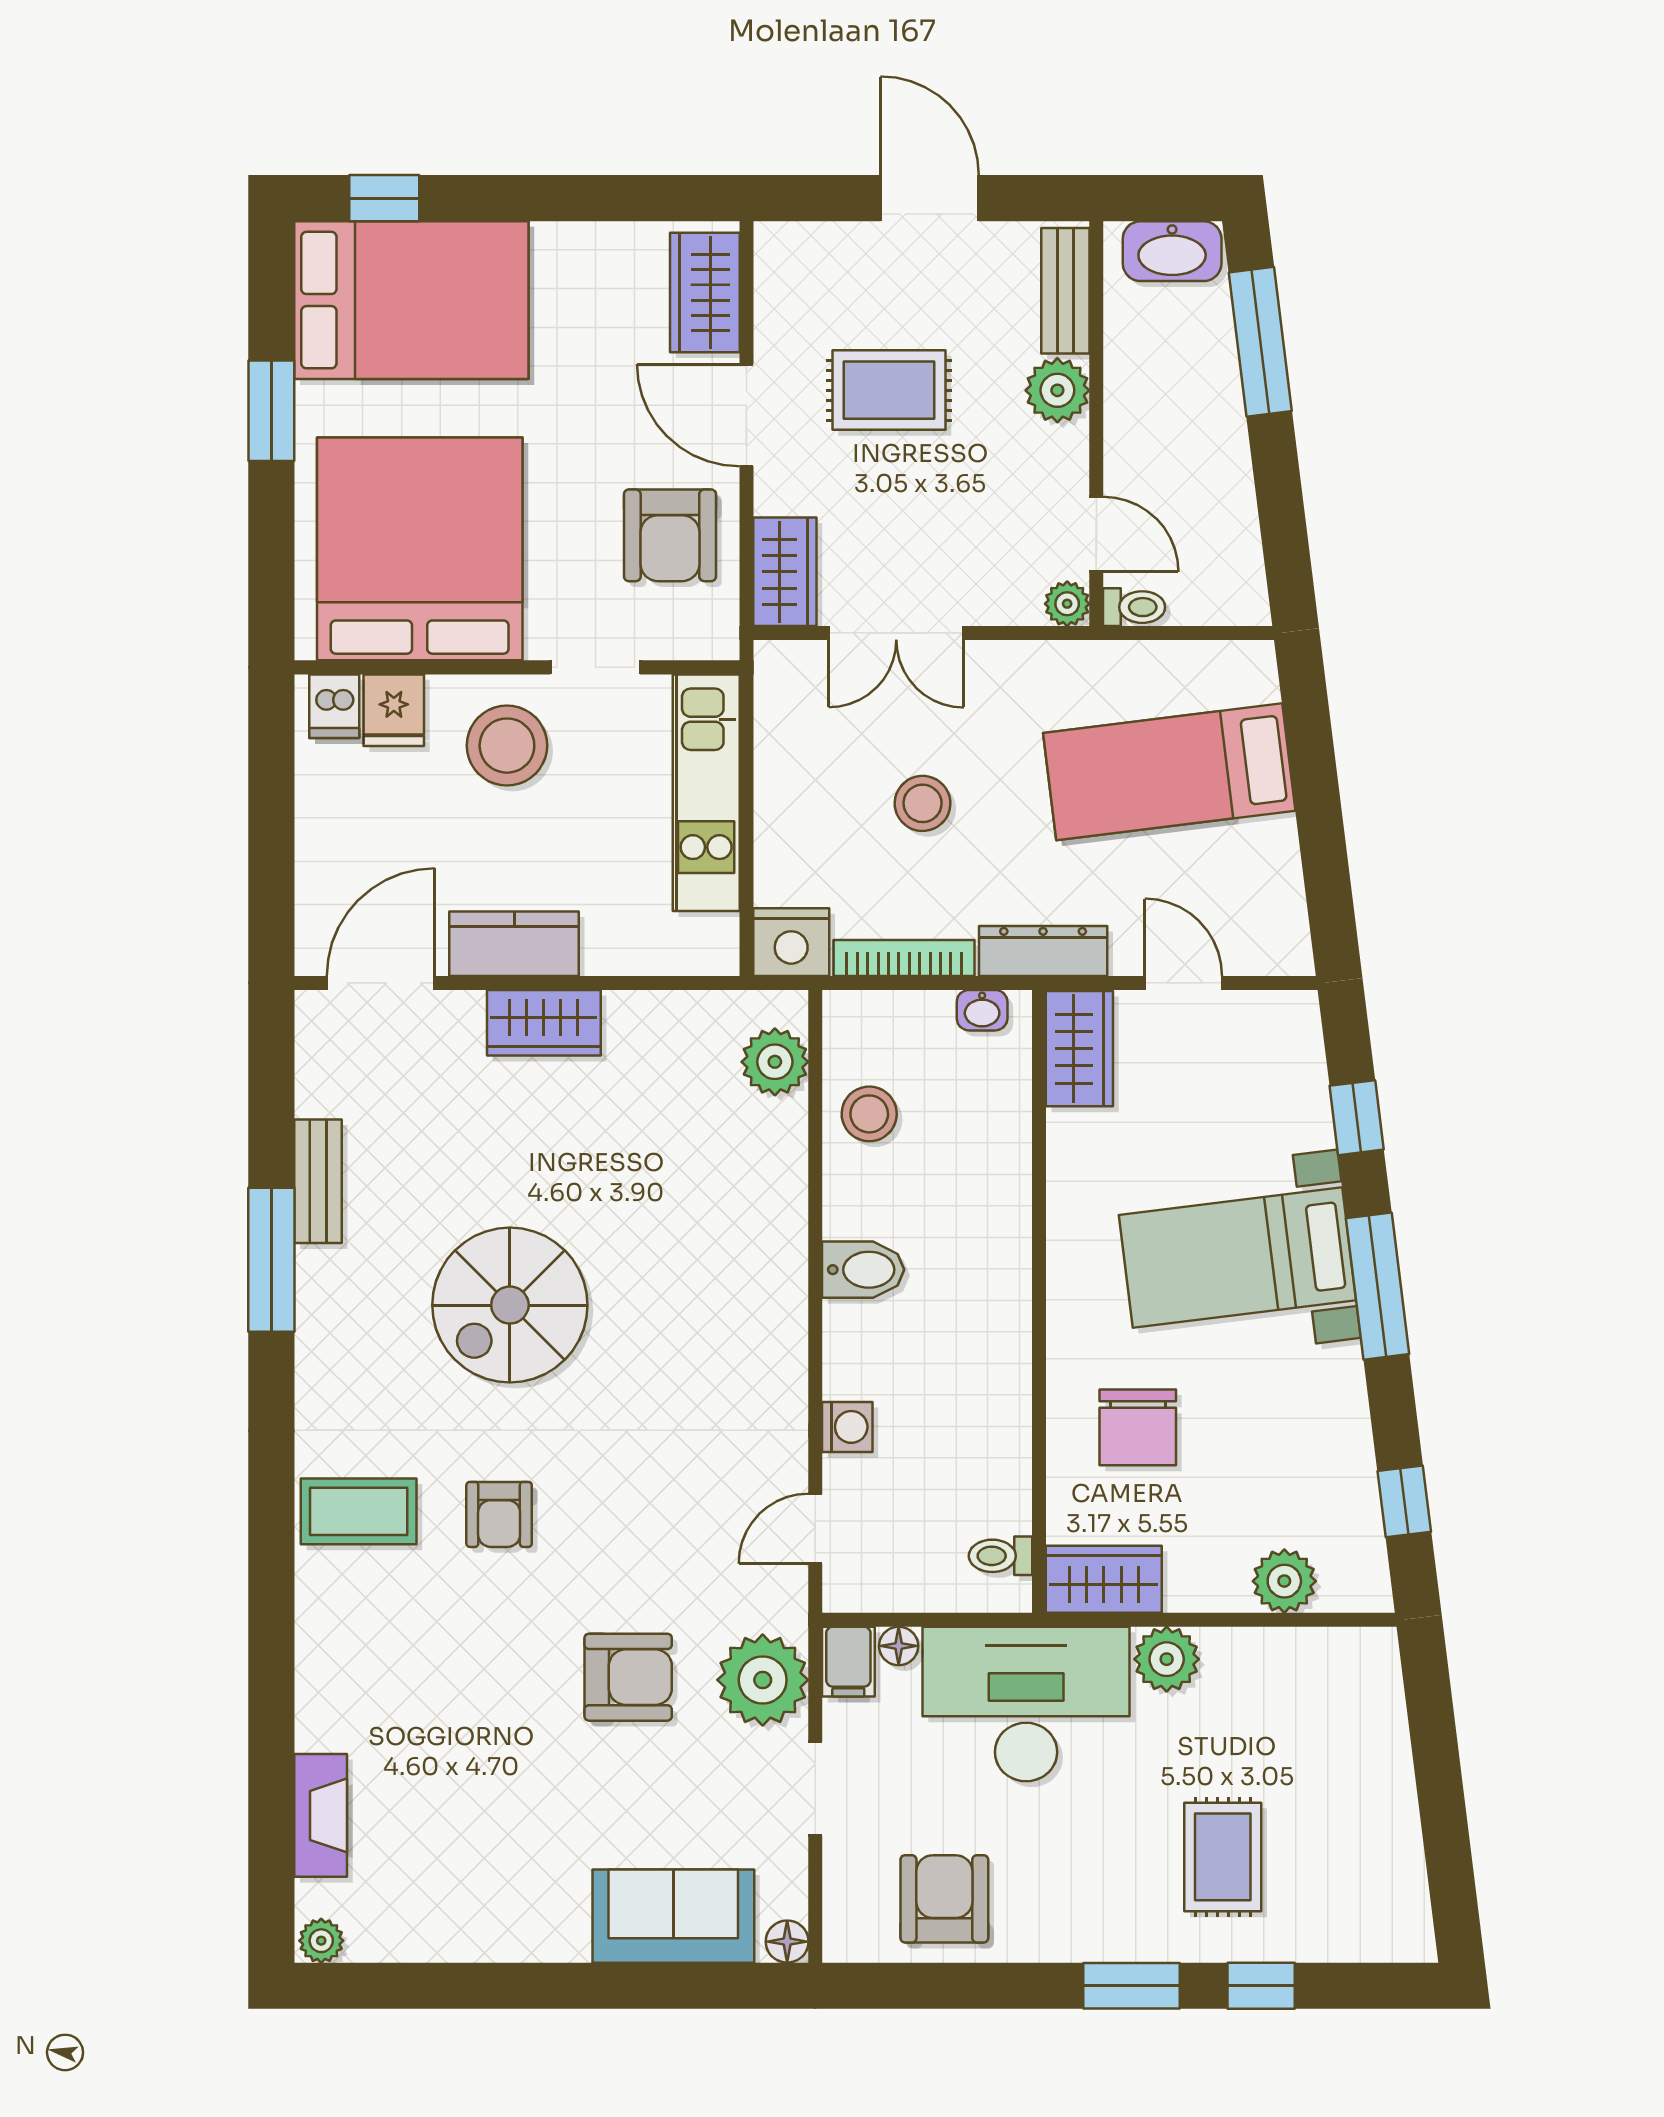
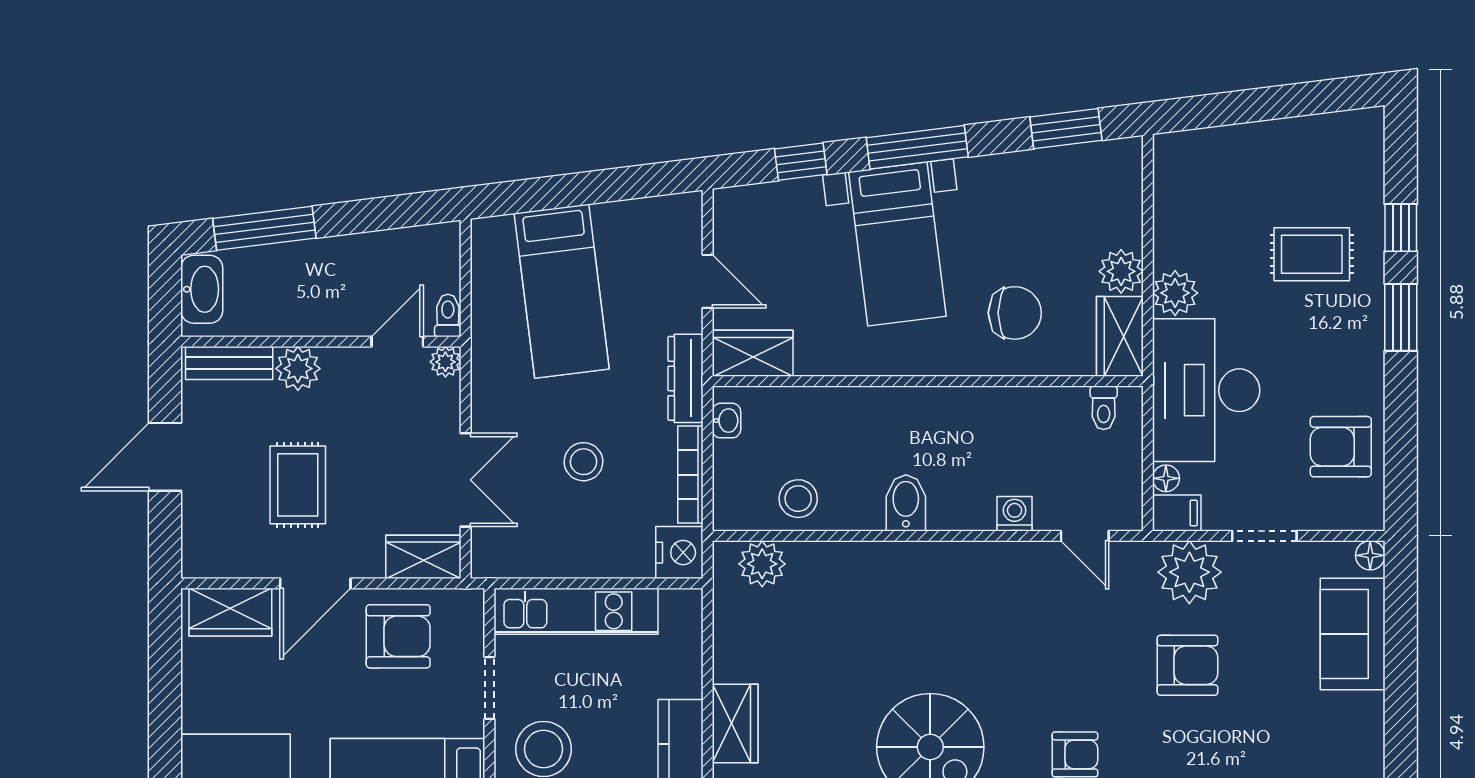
door: (1183, 983) -> (708, 281), swing flipped
window: (1404, 1501) -> (1066, 129), width x1.50
plant: (1284, 1581) -> (1121, 271), moved
armchair: (628, 1677) -> (1187, 665), turned 90

